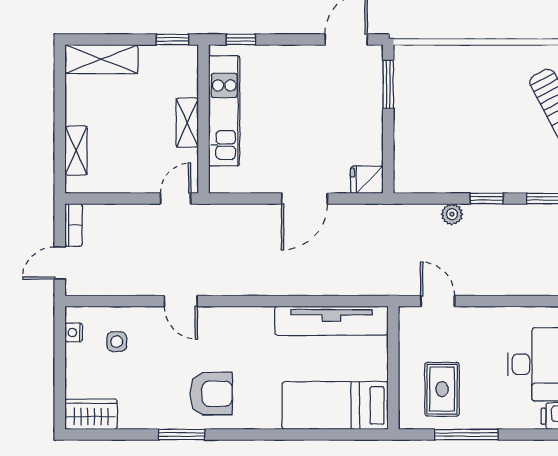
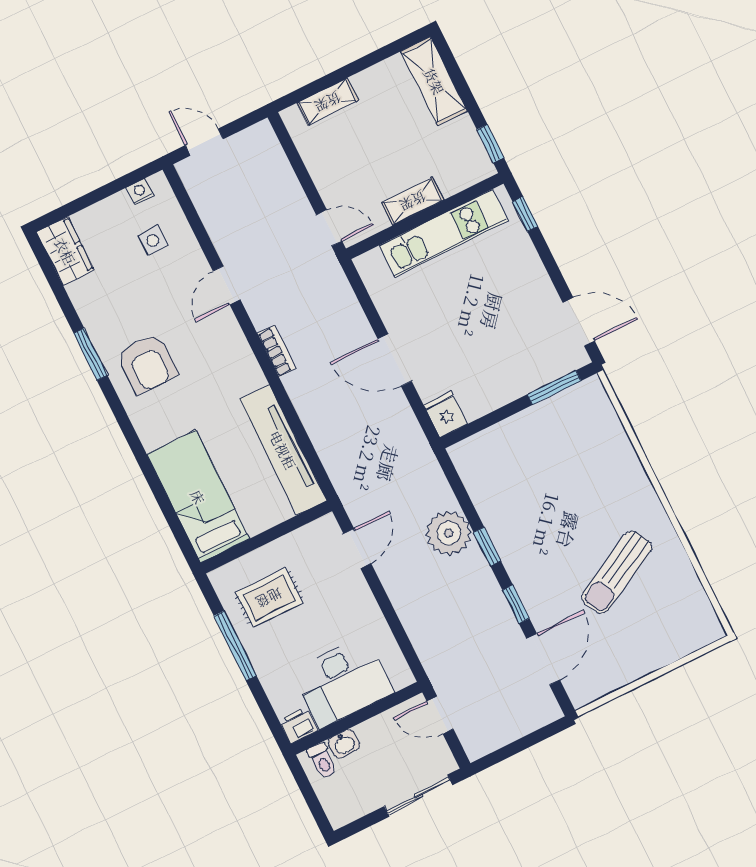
plant: (452, 214) -> (449, 533), width x1.88, depth x1.88
bookcase: (74, 225) -> (277, 351), moved, turned -90

